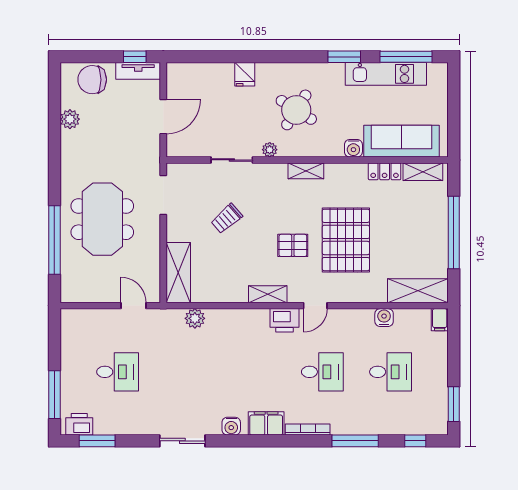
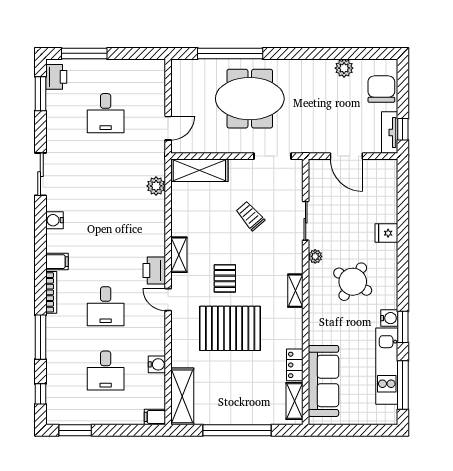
water cooler: (353, 148) -> (389, 318), moved, turned 180
filing cabinet: (266, 423) -> (57, 262), width x0.50

